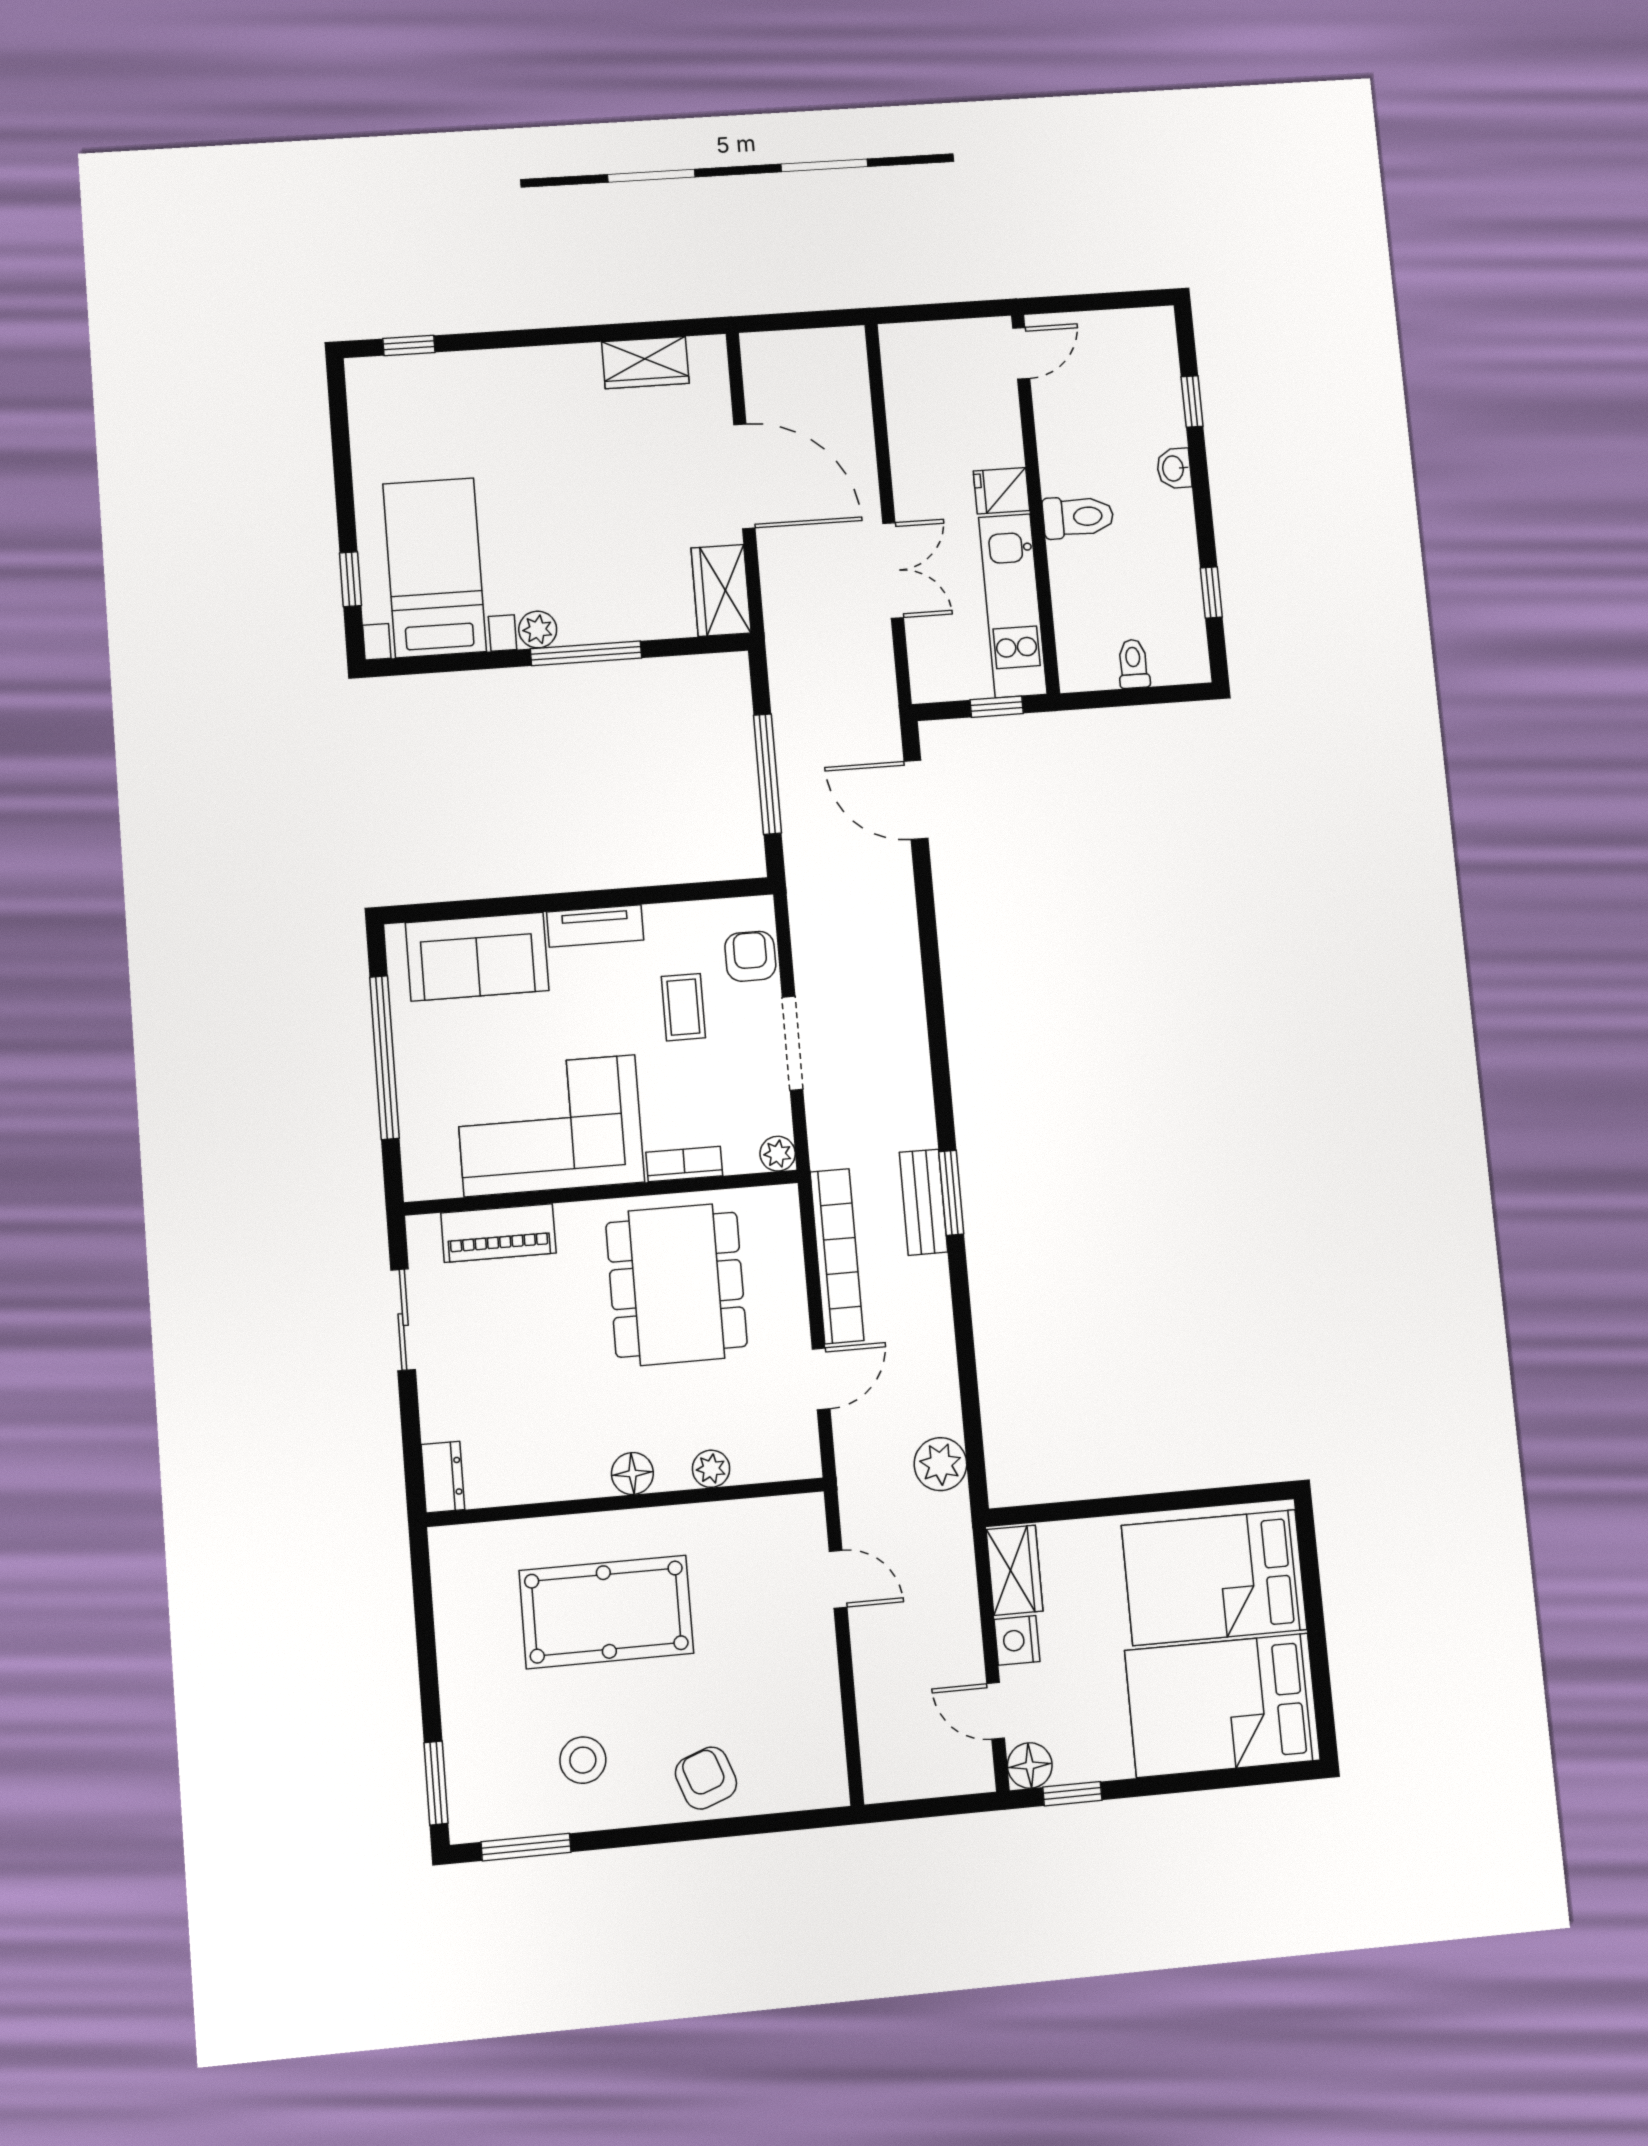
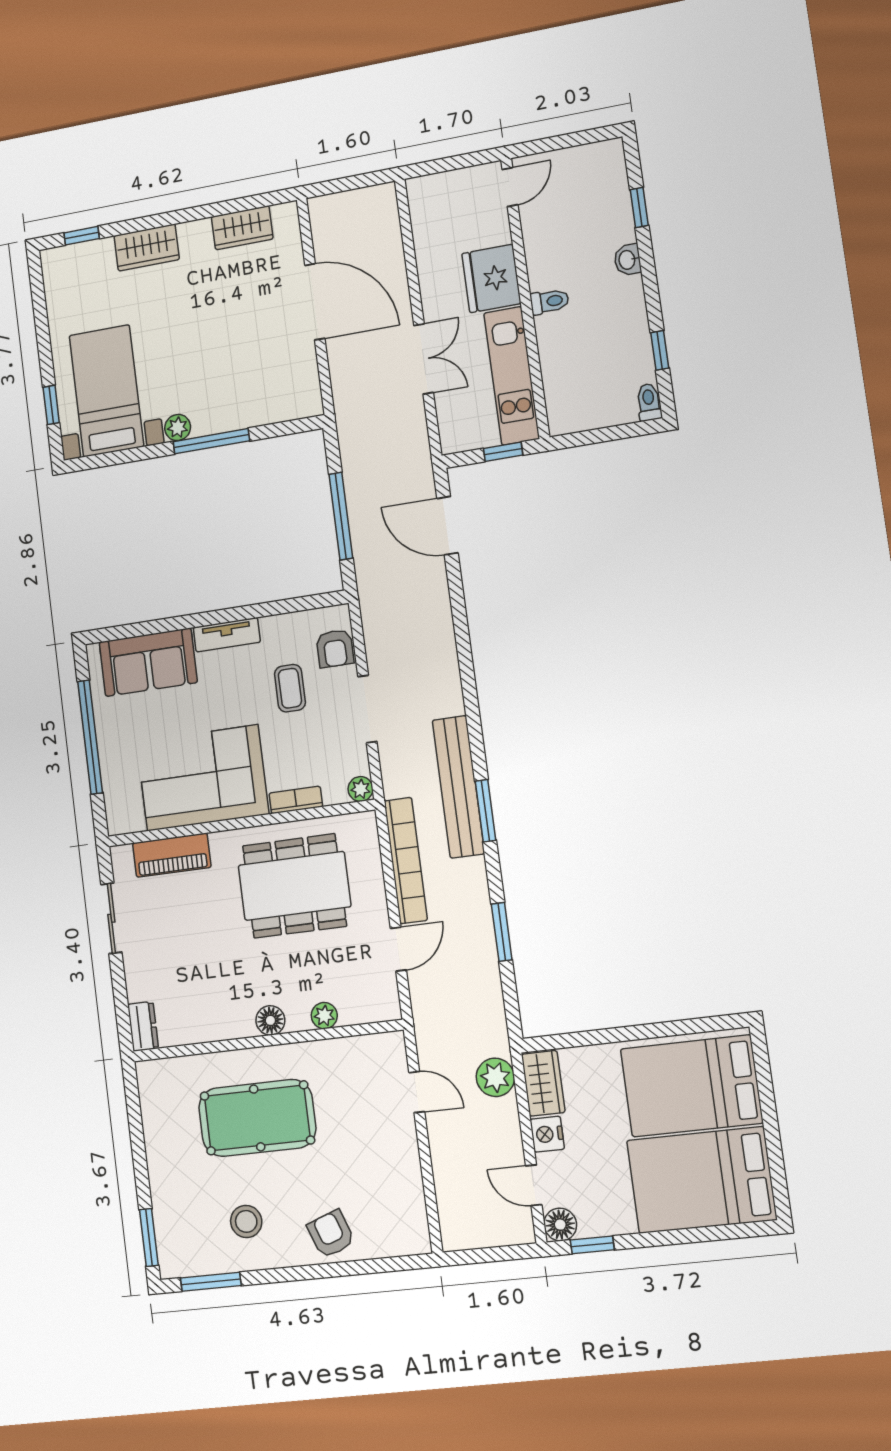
fridge: (1001, 491) -> (491, 278), width x1.88, depth x1.34
toilet: (1078, 517) -> (549, 301), width x0.73, depth x0.72
wardrobe: (721, 590) -> (147, 248), moved, turned -90
toilet: (1133, 664) -> (649, 402), moved
armchair: (750, 956) -> (335, 648), turned 180
bench: (923, 1202) -> (458, 787), width x1.86, depth x1.21
dining table: (677, 1285) -> (294, 886), turned 90
window: (966, 1360) -> (502, 932), added
plant: (940, 1464) -> (495, 1077), moved

